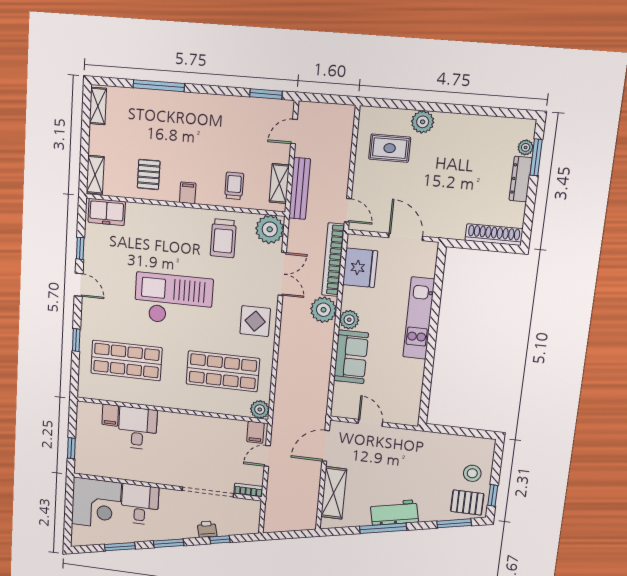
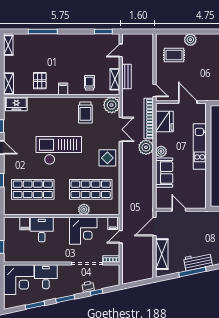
bench: (300, 188) -> (126, 76), width x0.73
plant: (260, 409) -> (84, 209), moved
corner desk: (205, 438) -> (83, 231), added

